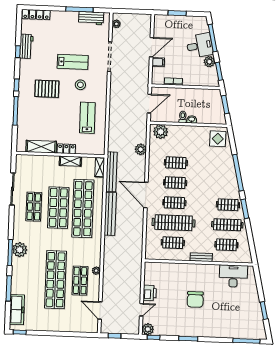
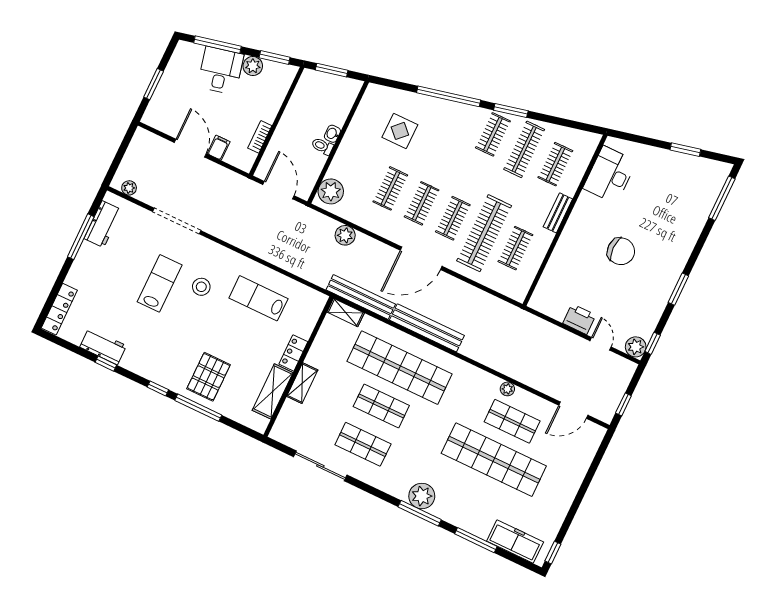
pallet: (47, 89) -> (209, 377), moved
display table: (218, 139) -> (400, 131), moved
shelving: (70, 161) -> (302, 383), moved
shop shelf: (58, 208) -> (381, 406), width x0.70, depth x0.74

